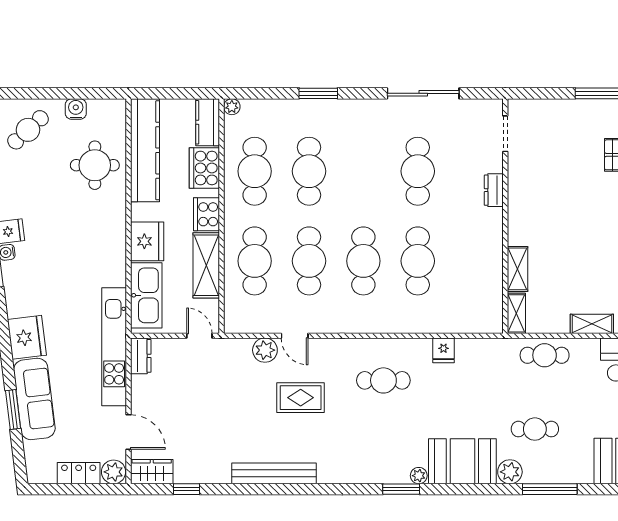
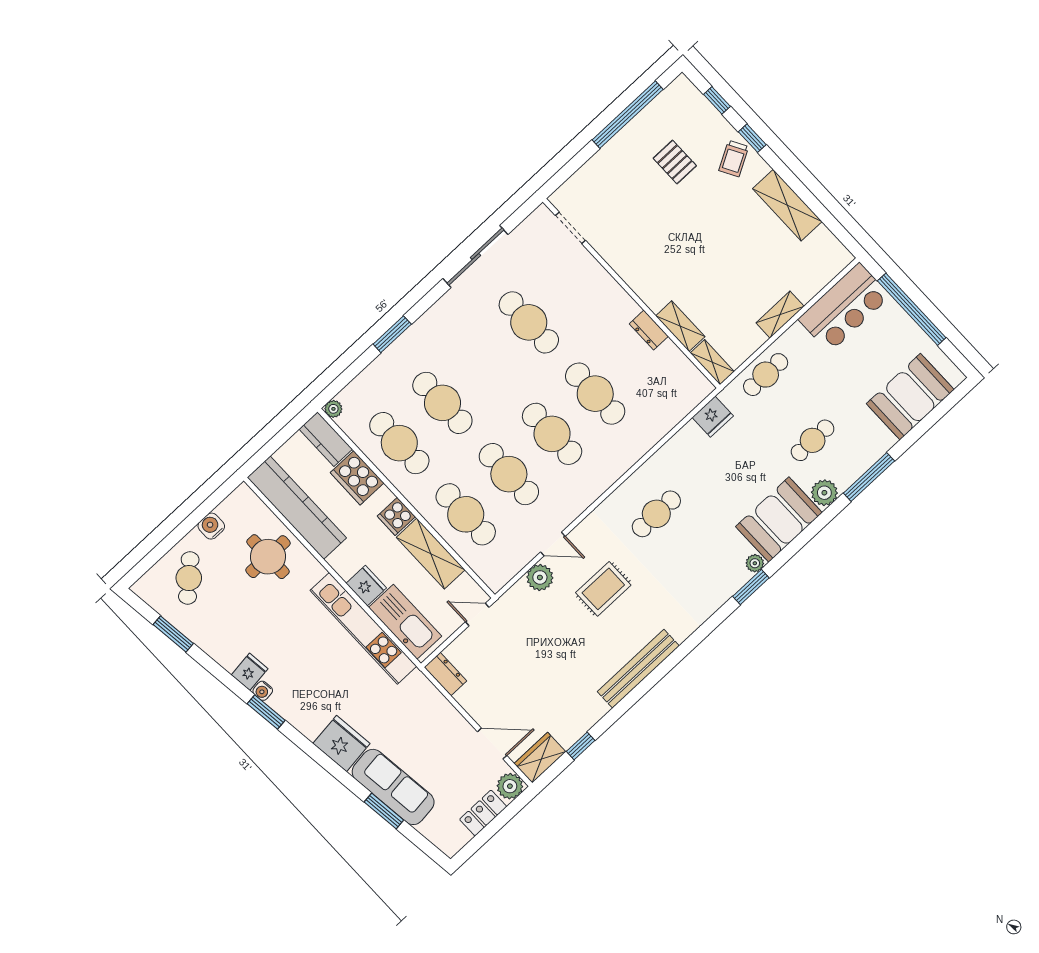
dresser: (494, 190) -> (649, 330), moved
cooker: (207, 214) -> (396, 516), width x0.73
fridge: (147, 241) -> (366, 586), width x0.73, depth x0.75
kitchen unit: (114, 347) -> (363, 628), moved
fridge: (444, 350) -> (713, 417), moved, width x1.38

